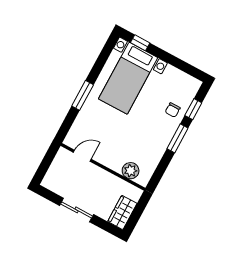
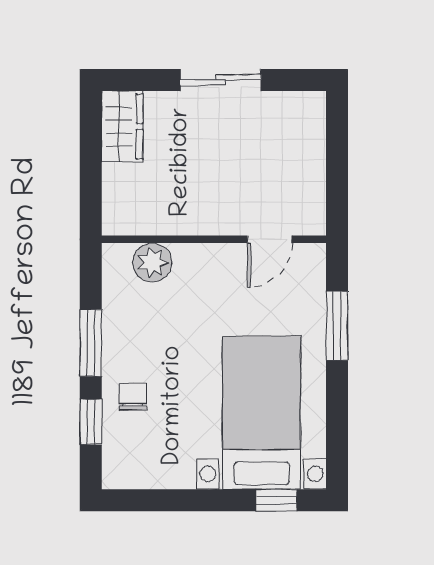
door: (82, 156) -> (270, 239), moved
wall: (103, 167) -> (214, 239), moved
plant: (131, 171) -> (152, 263), moved

